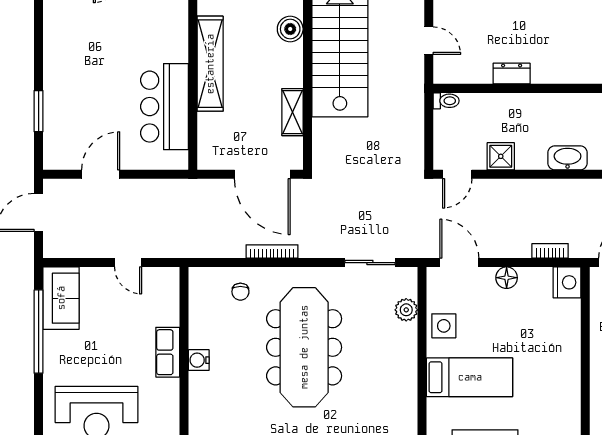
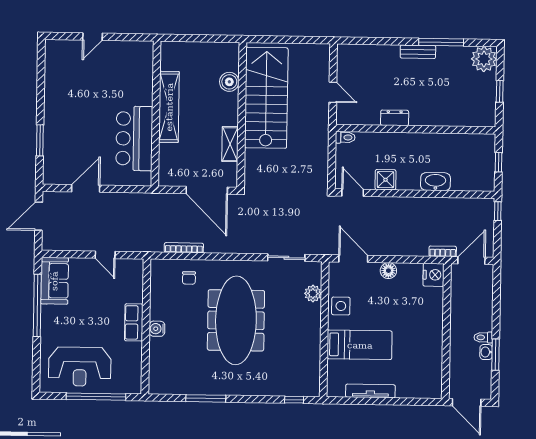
door: (457, 174) -> (353, 193), swing flipped
bookcase: (272, 251) -> (184, 248), moved
bookcase: (550, 251) -> (443, 251), moved

